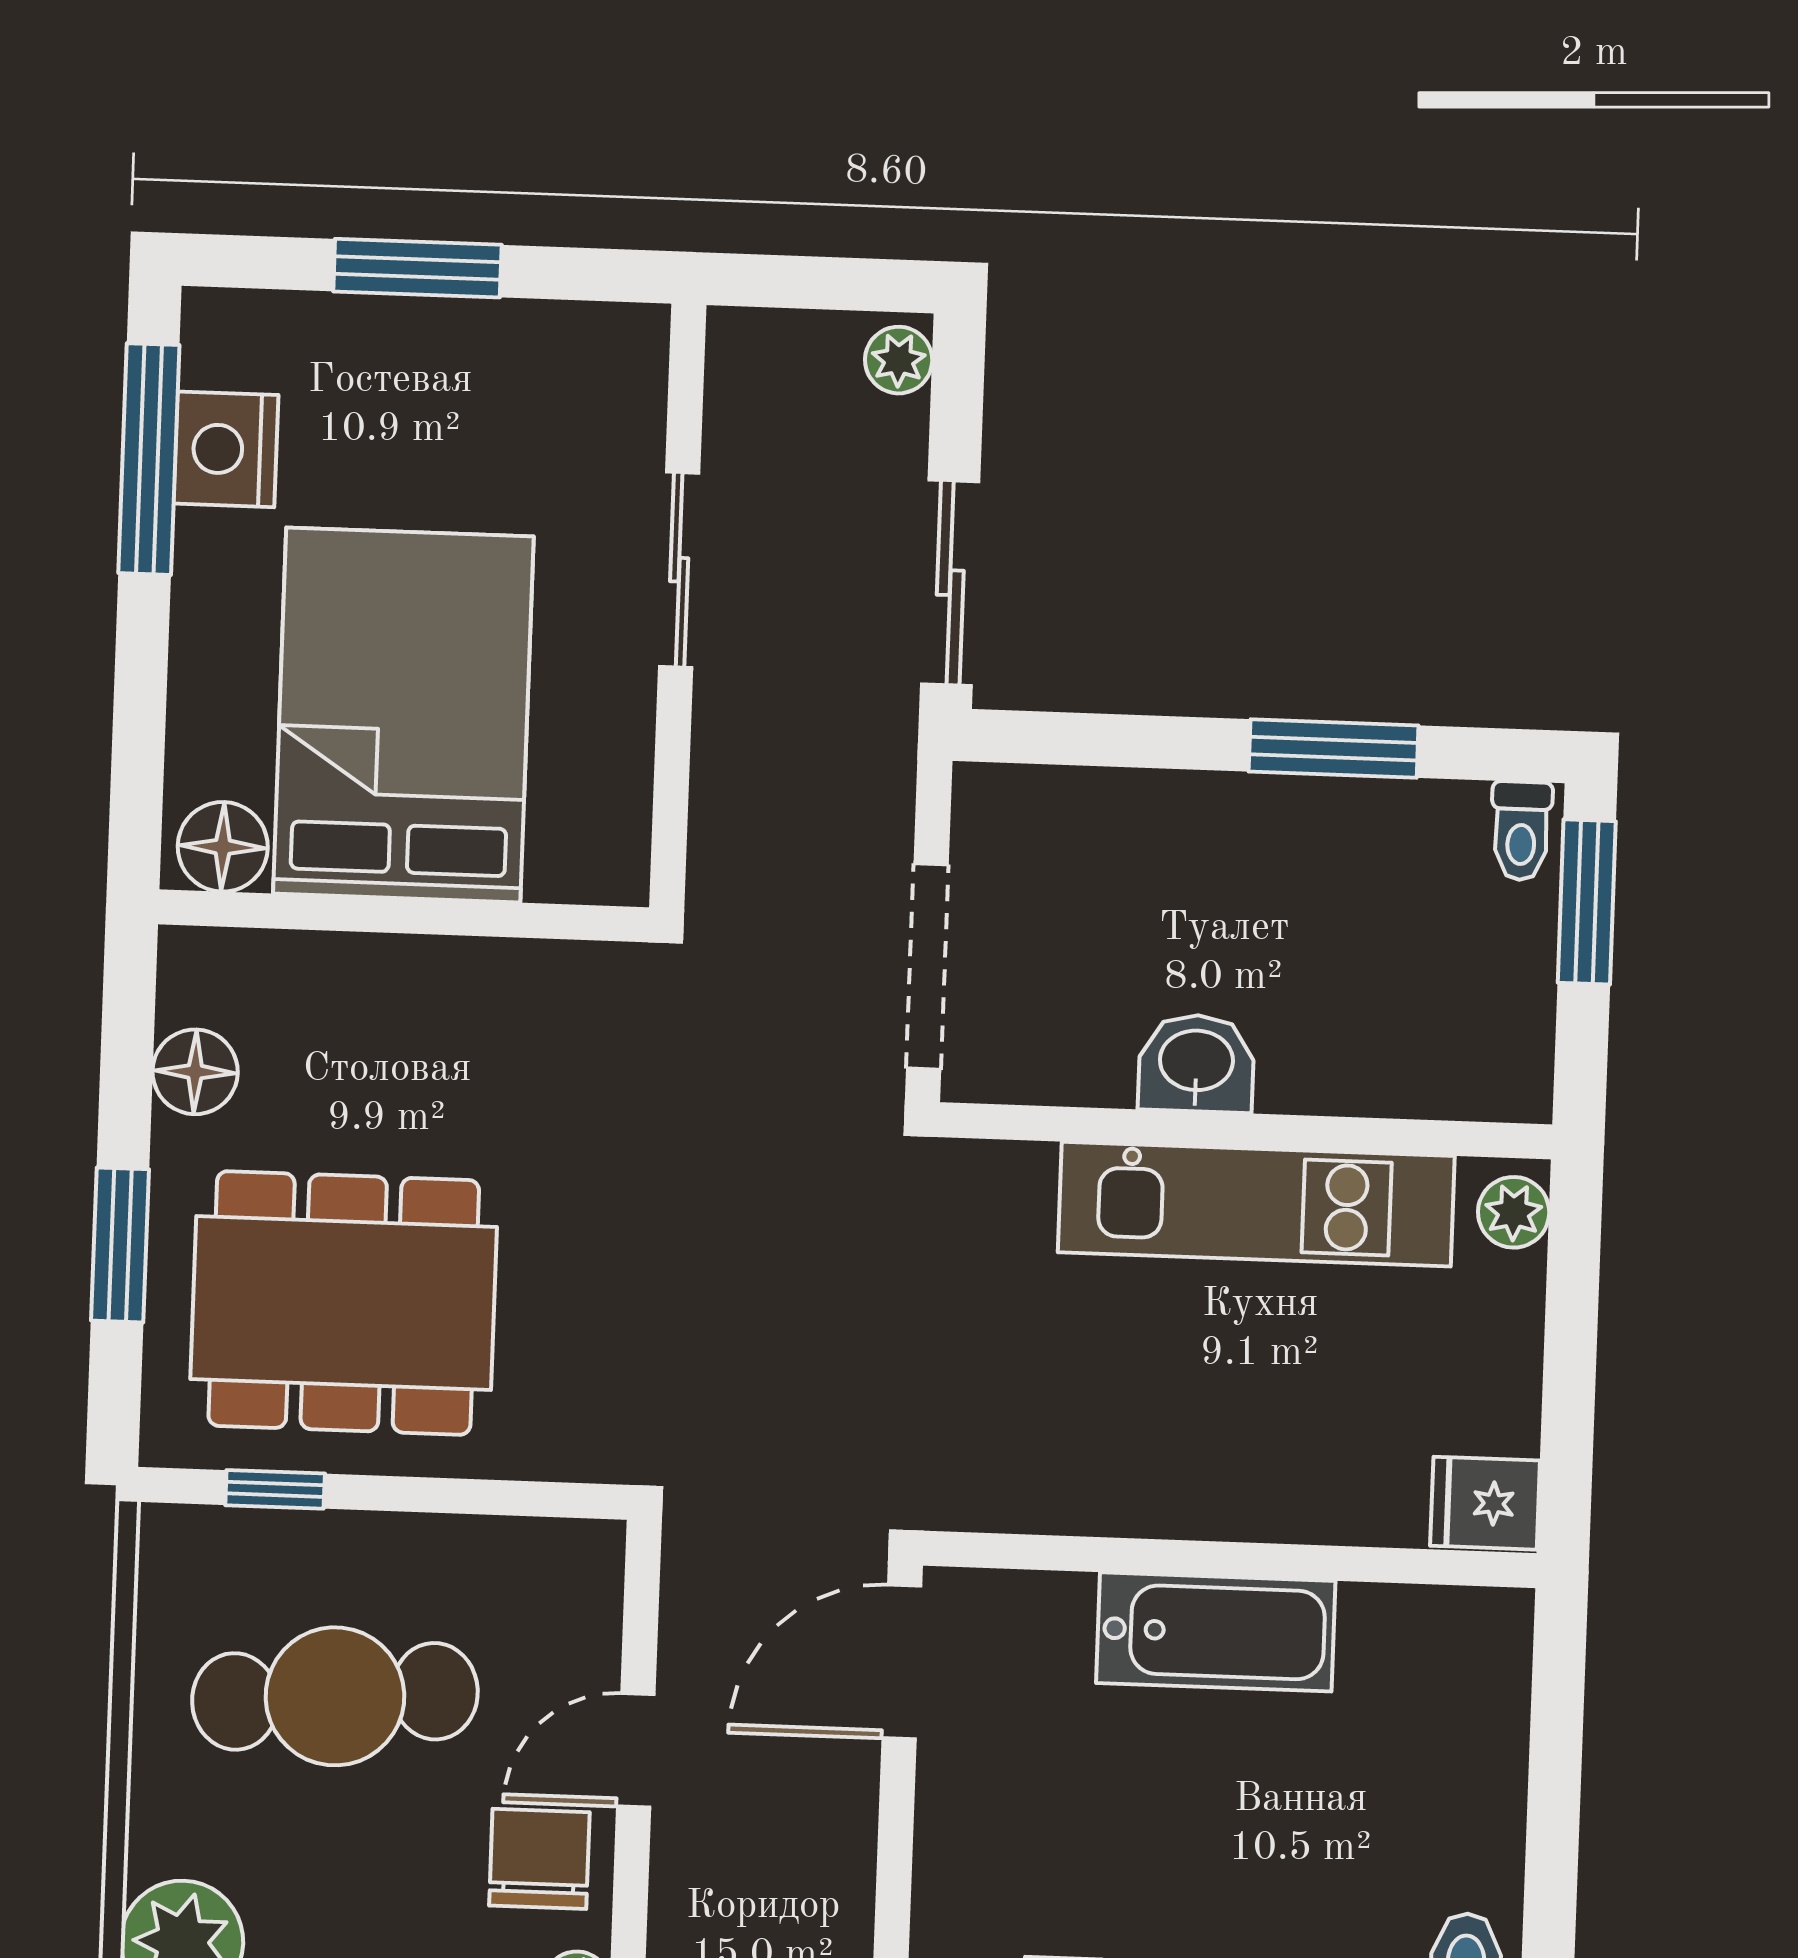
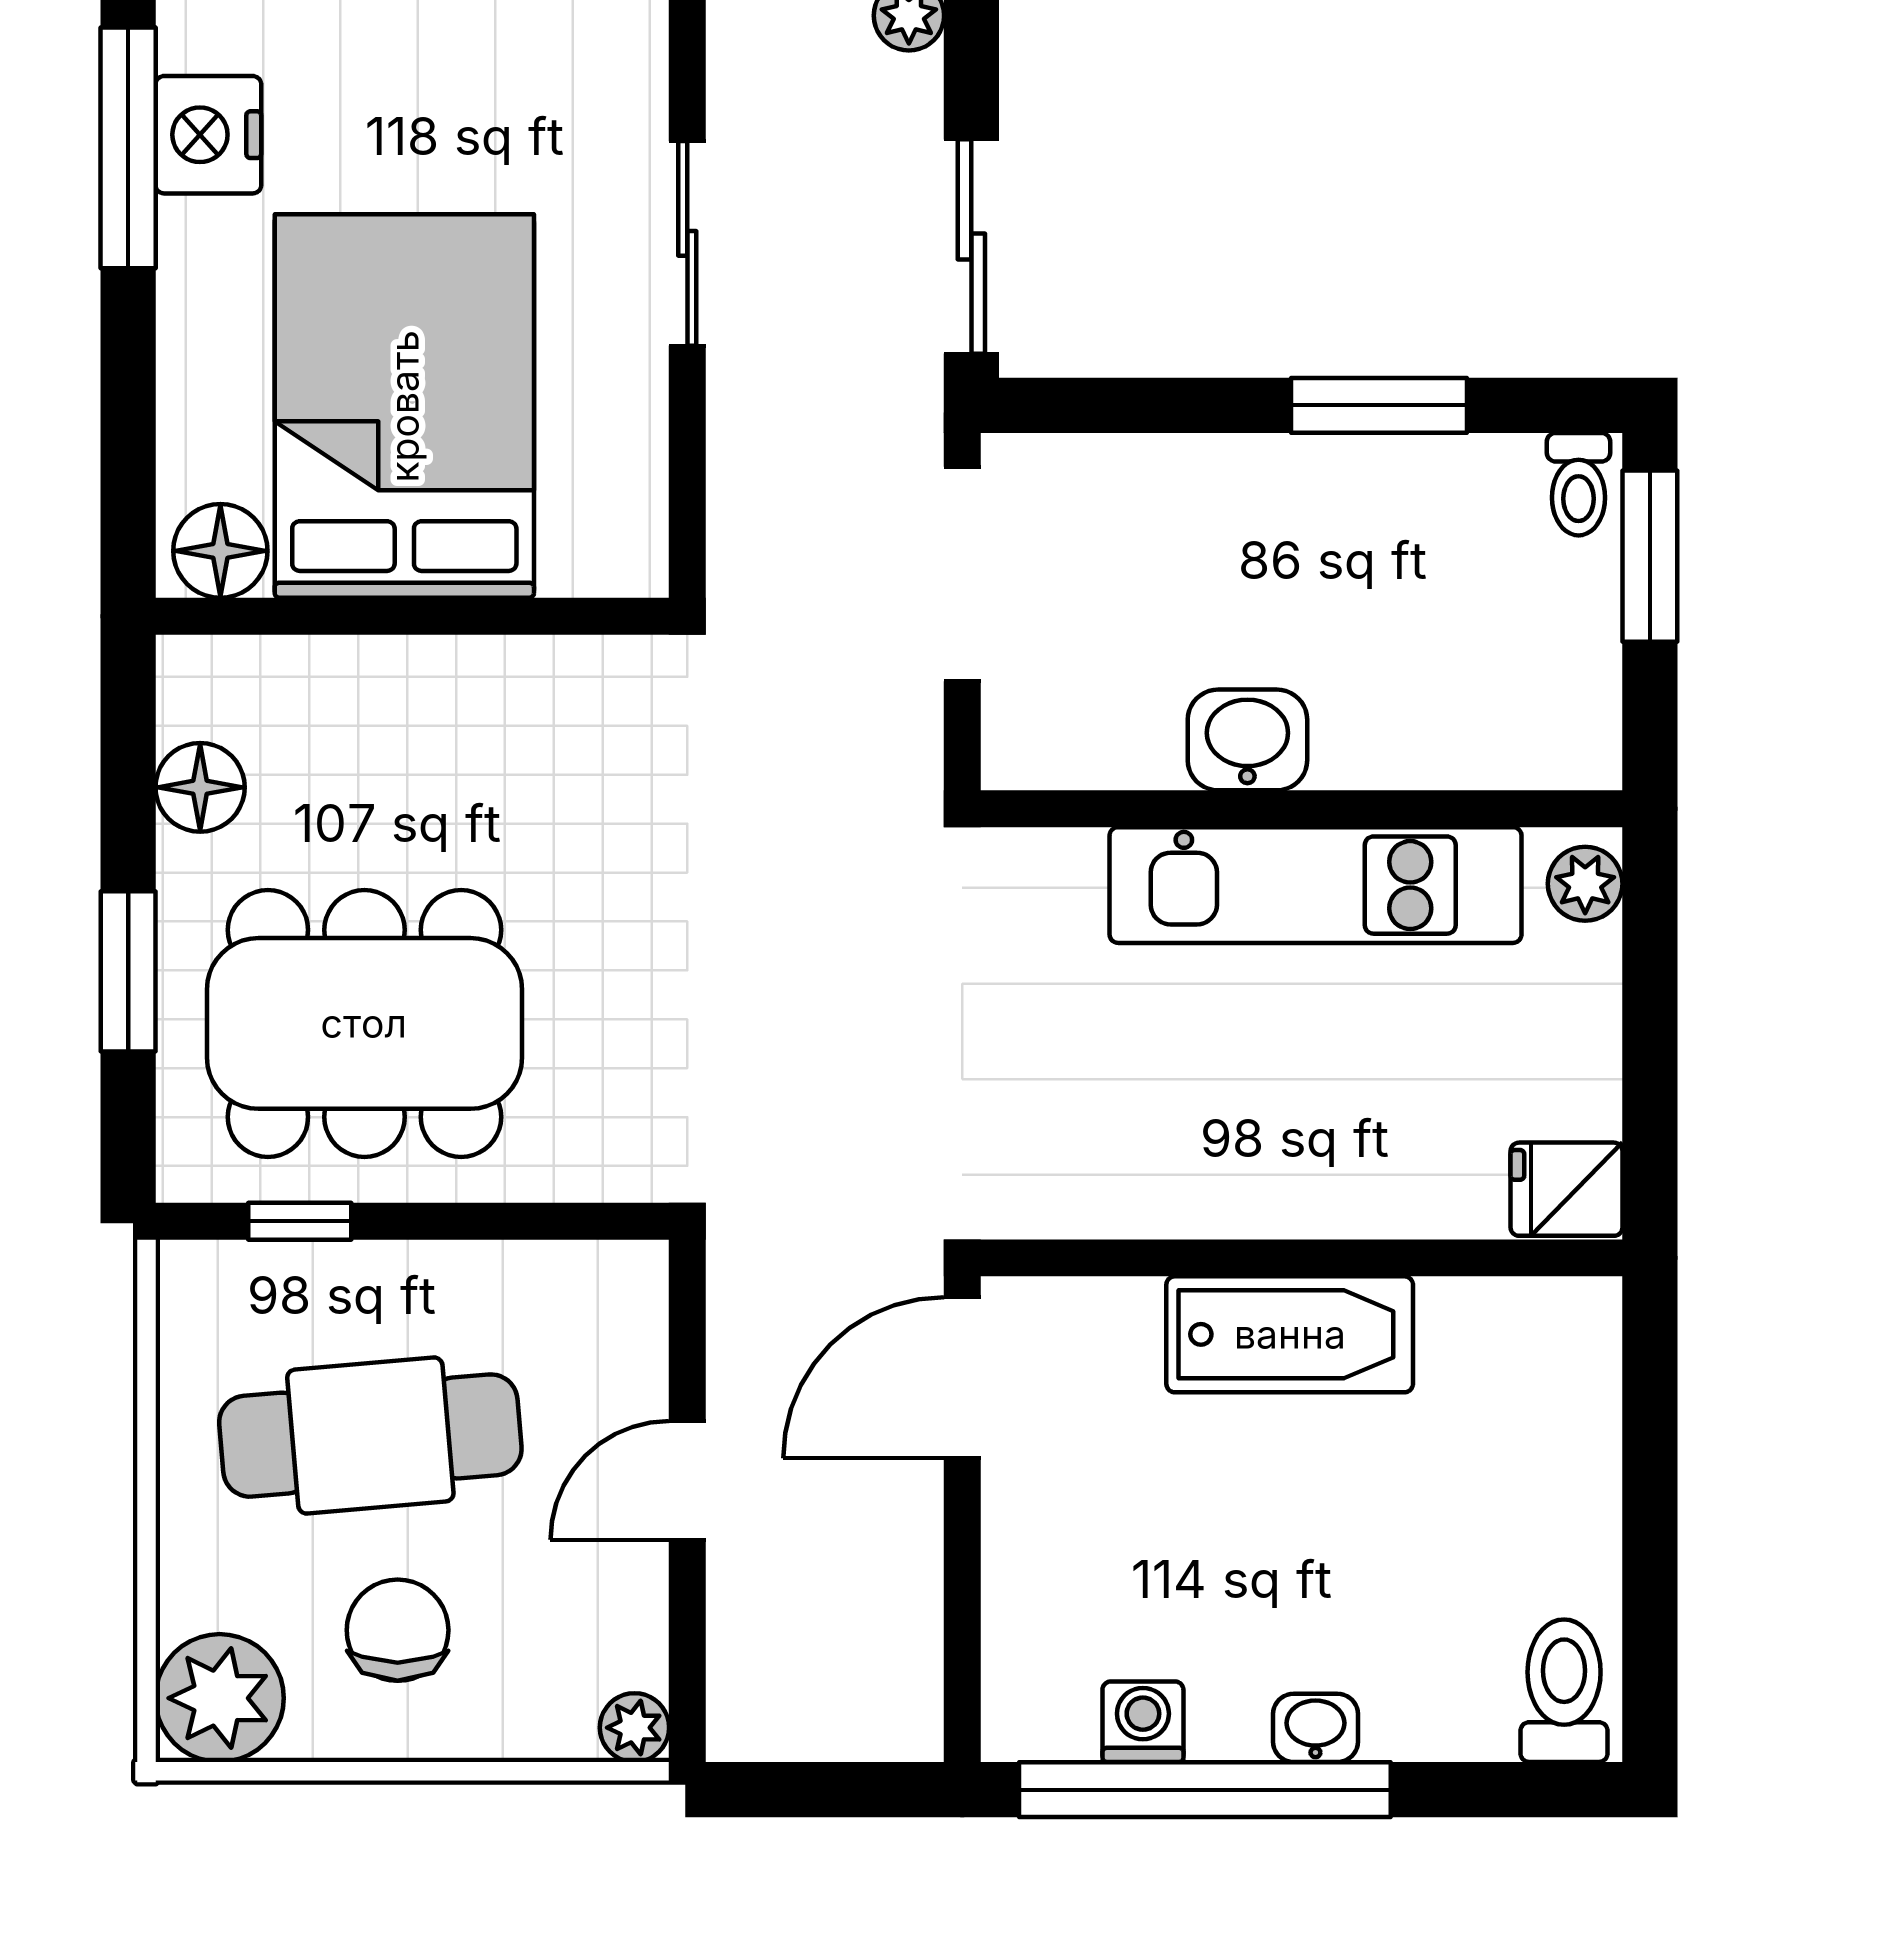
doorway: (927, 967) -> (962, 574), moved
chair: (539, 1859) -> (398, 1630), moved

